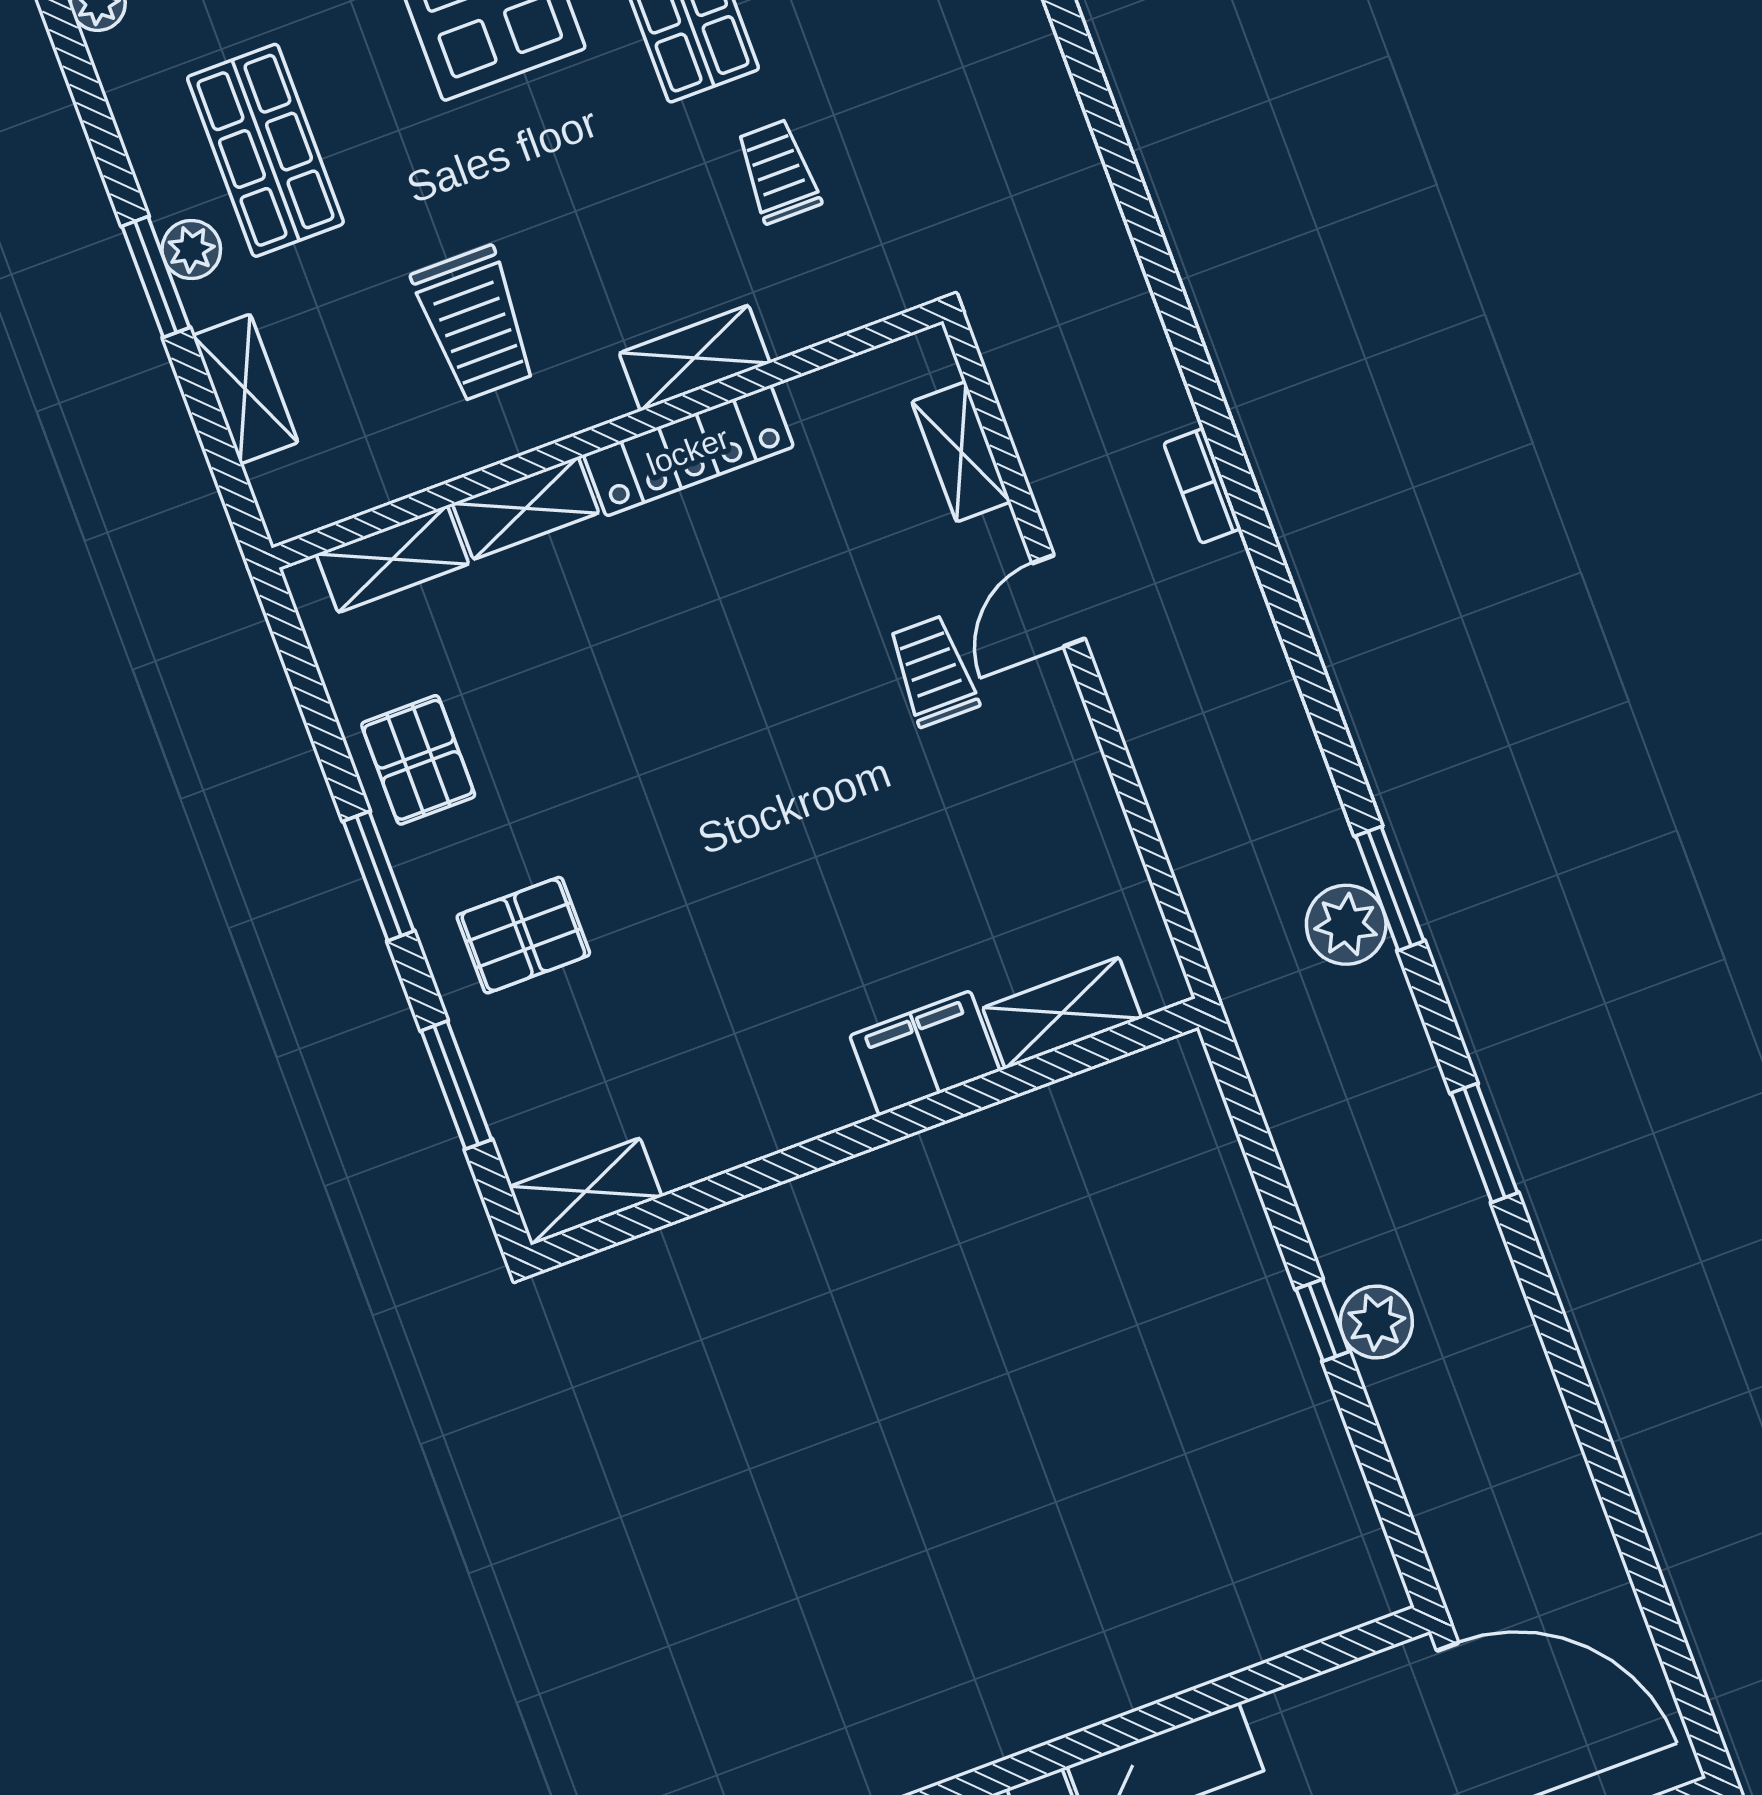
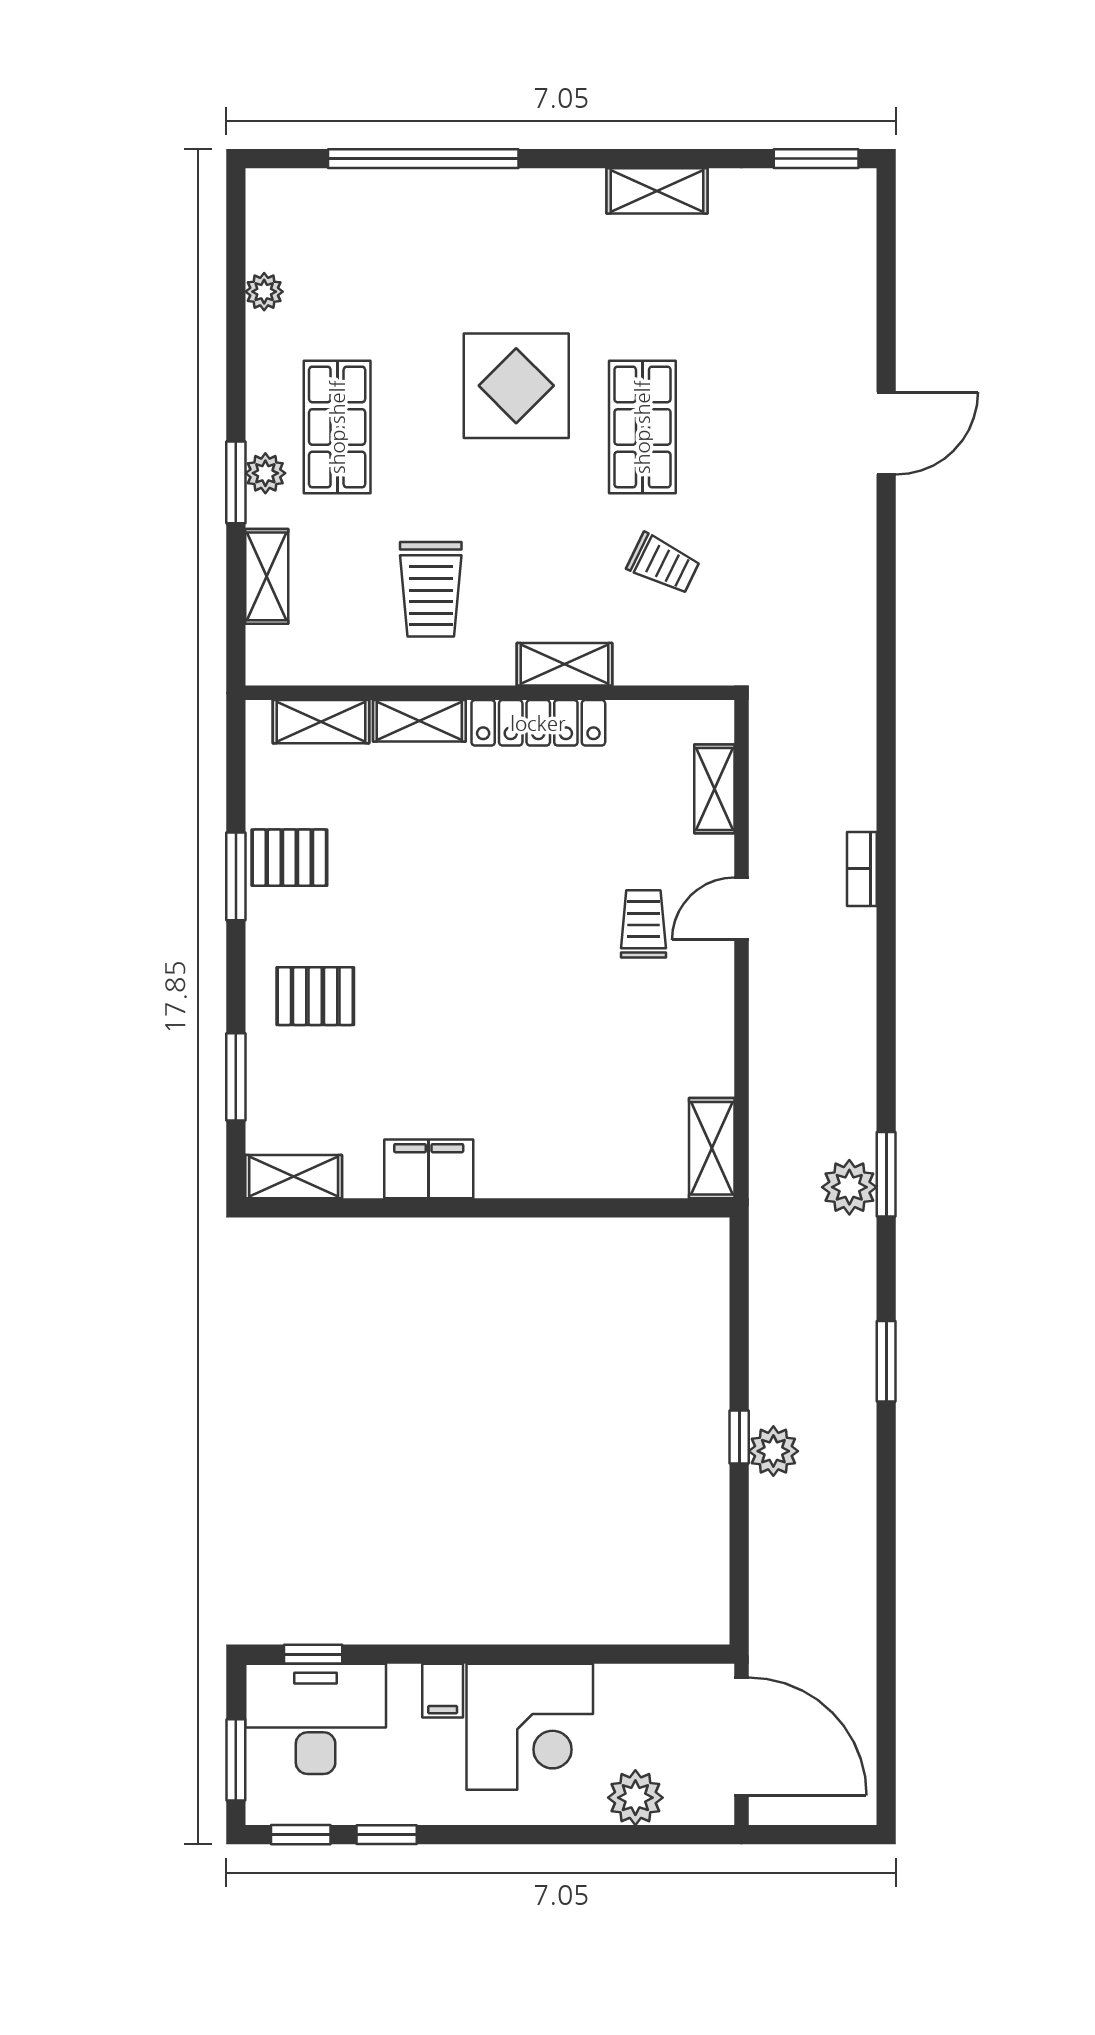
trolley: (778, 171) -> (663, 564), turned 116
pallet: (418, 760) -> (289, 858), turned 90
window: (379, 876) -> (236, 876), moved
shelving: (1062, 1013) -> (712, 1148), moved, turned 90
filing cabinet: (925, 1053) -> (429, 1169), moved

